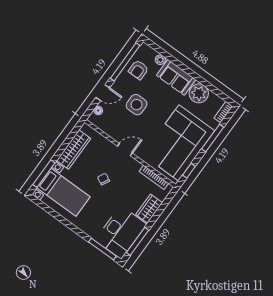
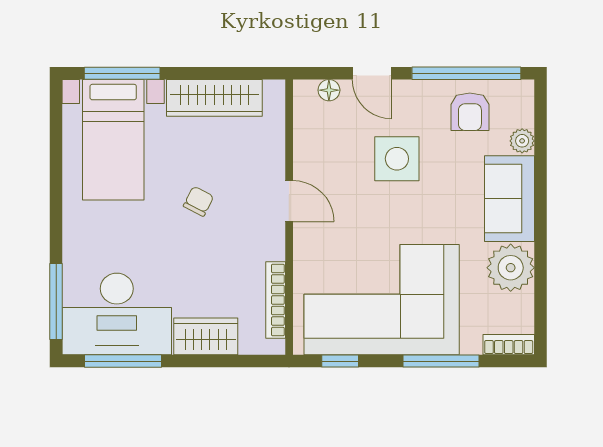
armchair: (139, 70) -> (470, 112), turned -90

